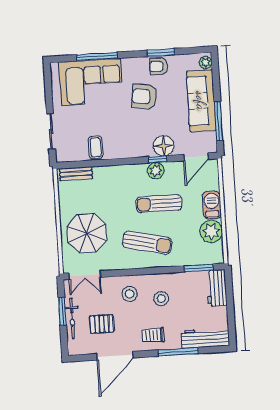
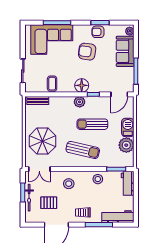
sofa: (201, 101) -> (125, 51), width x0.73
floor lamp: (164, 146) -> (82, 85), moved
plant: (156, 171) -> (80, 102), moved
stool: (161, 299) -> (98, 179), moved

